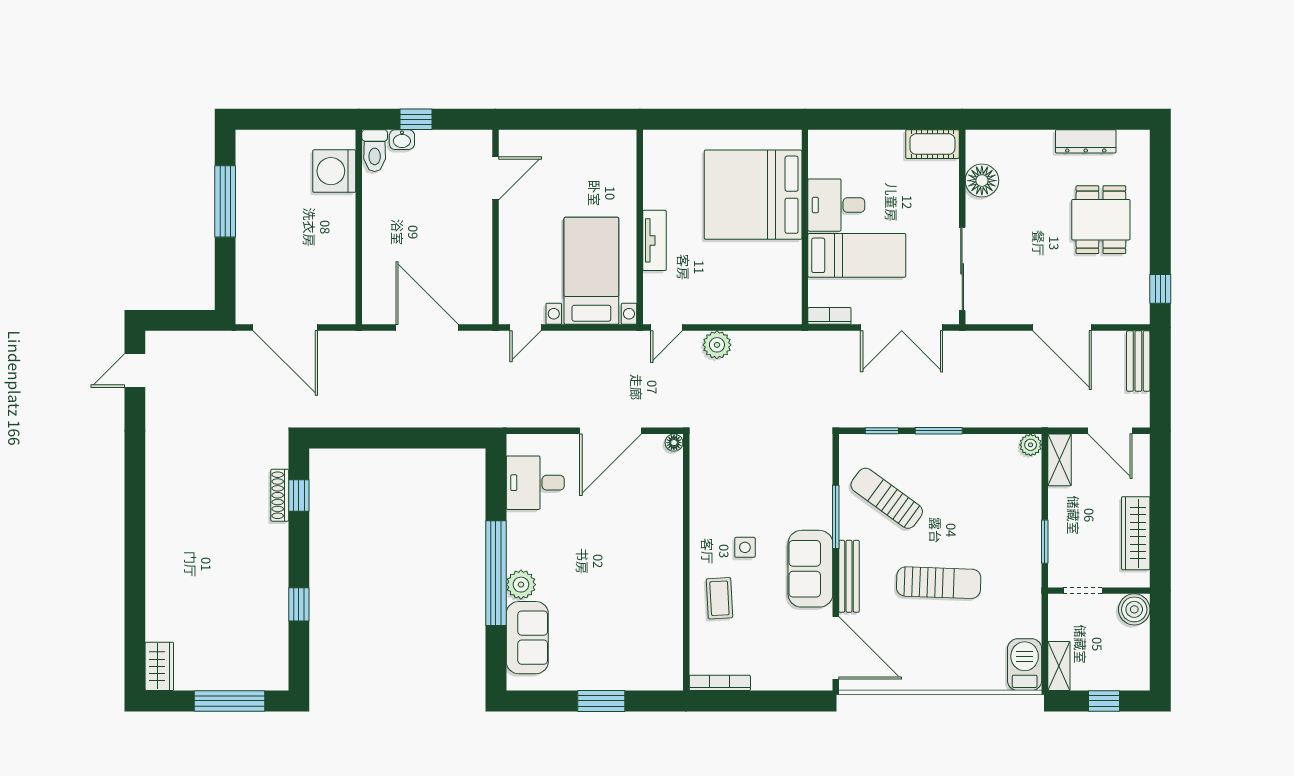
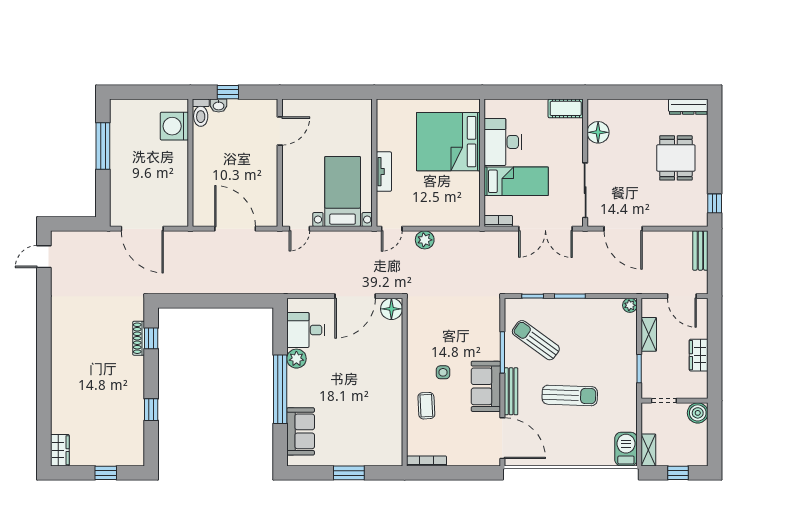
dresser: (1086, 141) -> (688, 107), moved
desk: (836, 205) -> (503, 142), width x1.37
door: (1062, 328) -> (623, 229), moved
floor lamp: (674, 443) -> (391, 309), width x1.89, depth x1.89
shelving: (1060, 460) -> (649, 334), moved
wardrobe: (1136, 533) -> (699, 355), width x0.67
plant: (521, 585) -> (296, 359), moved
window: (229, 701) -> (106, 473), width x0.46

